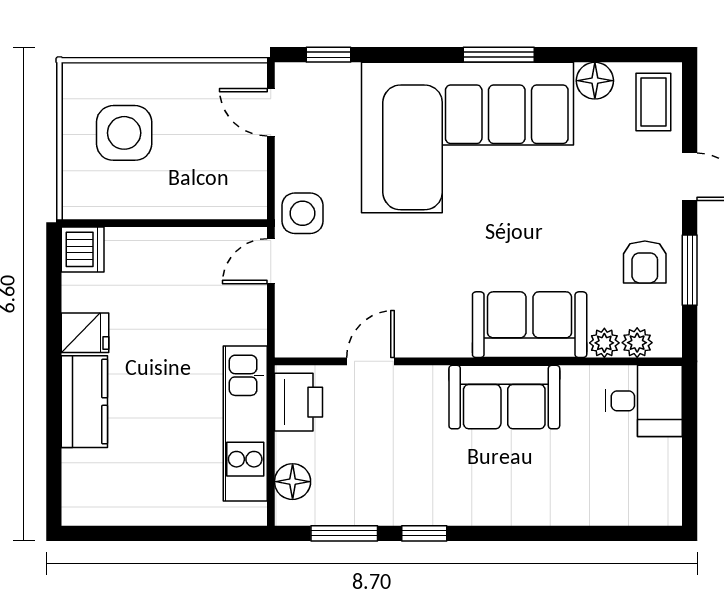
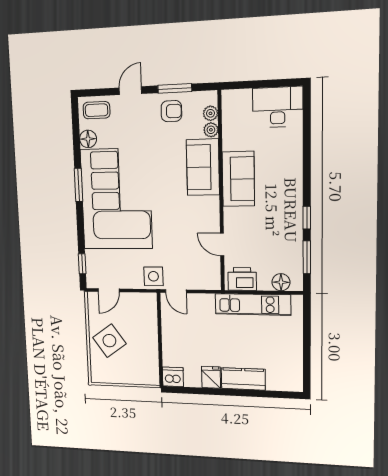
side table: (124, 133) -> (109, 341), moved, turned -36
desk: (644, 401) -> (278, 107), moved, width x1.37

